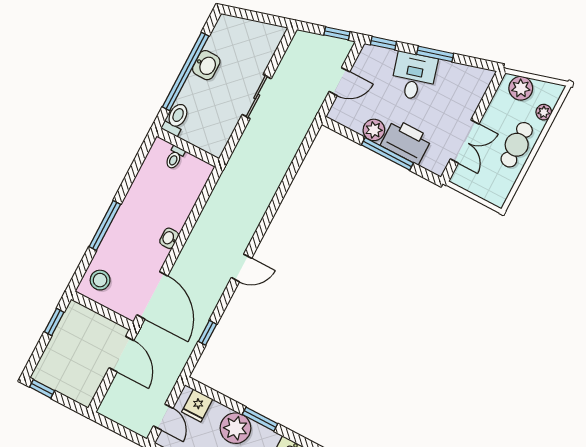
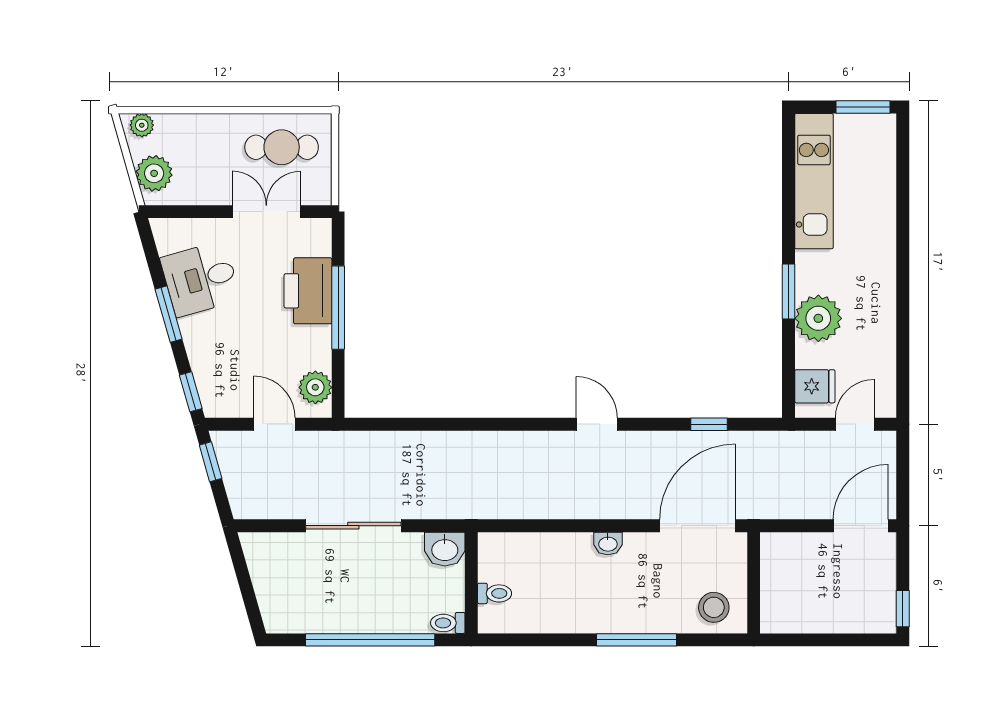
washbasin: (206, 65) -> (445, 549), moved, turned 180
desk: (414, 76) -> (200, 279), moved
sliding door: (257, 97) -> (353, 526), width x1.37
plant: (544, 112) -> (142, 125), moved
toilet: (176, 119) -> (448, 623), width x0.73, depth x0.72
plant: (374, 130) -> (315, 387), moved
cafe table: (517, 145) -> (282, 147), moved
window: (54, 322) -> (803, 640), removed
door: (121, 354) -> (861, 526), moved

